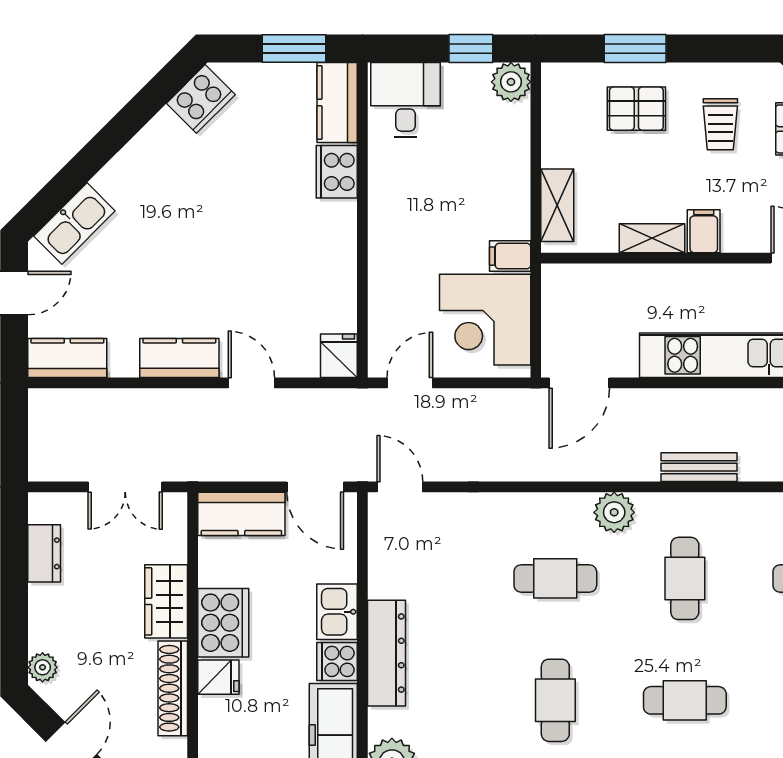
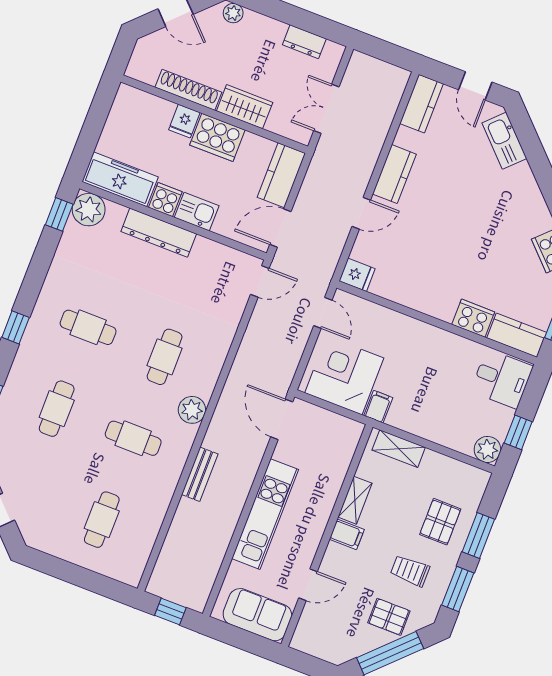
window: (720, 48) -> (458, 589), added

